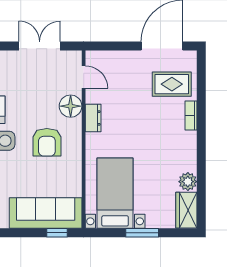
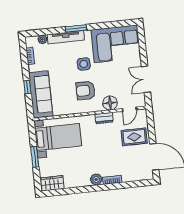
double door: (40, 46) -> (146, 79), swing flipped
rug: (172, 84) -> (134, 137), moved, turned 90
plant: (188, 182) -> (96, 179), moved
window: (57, 233) -> (27, 87), moved

